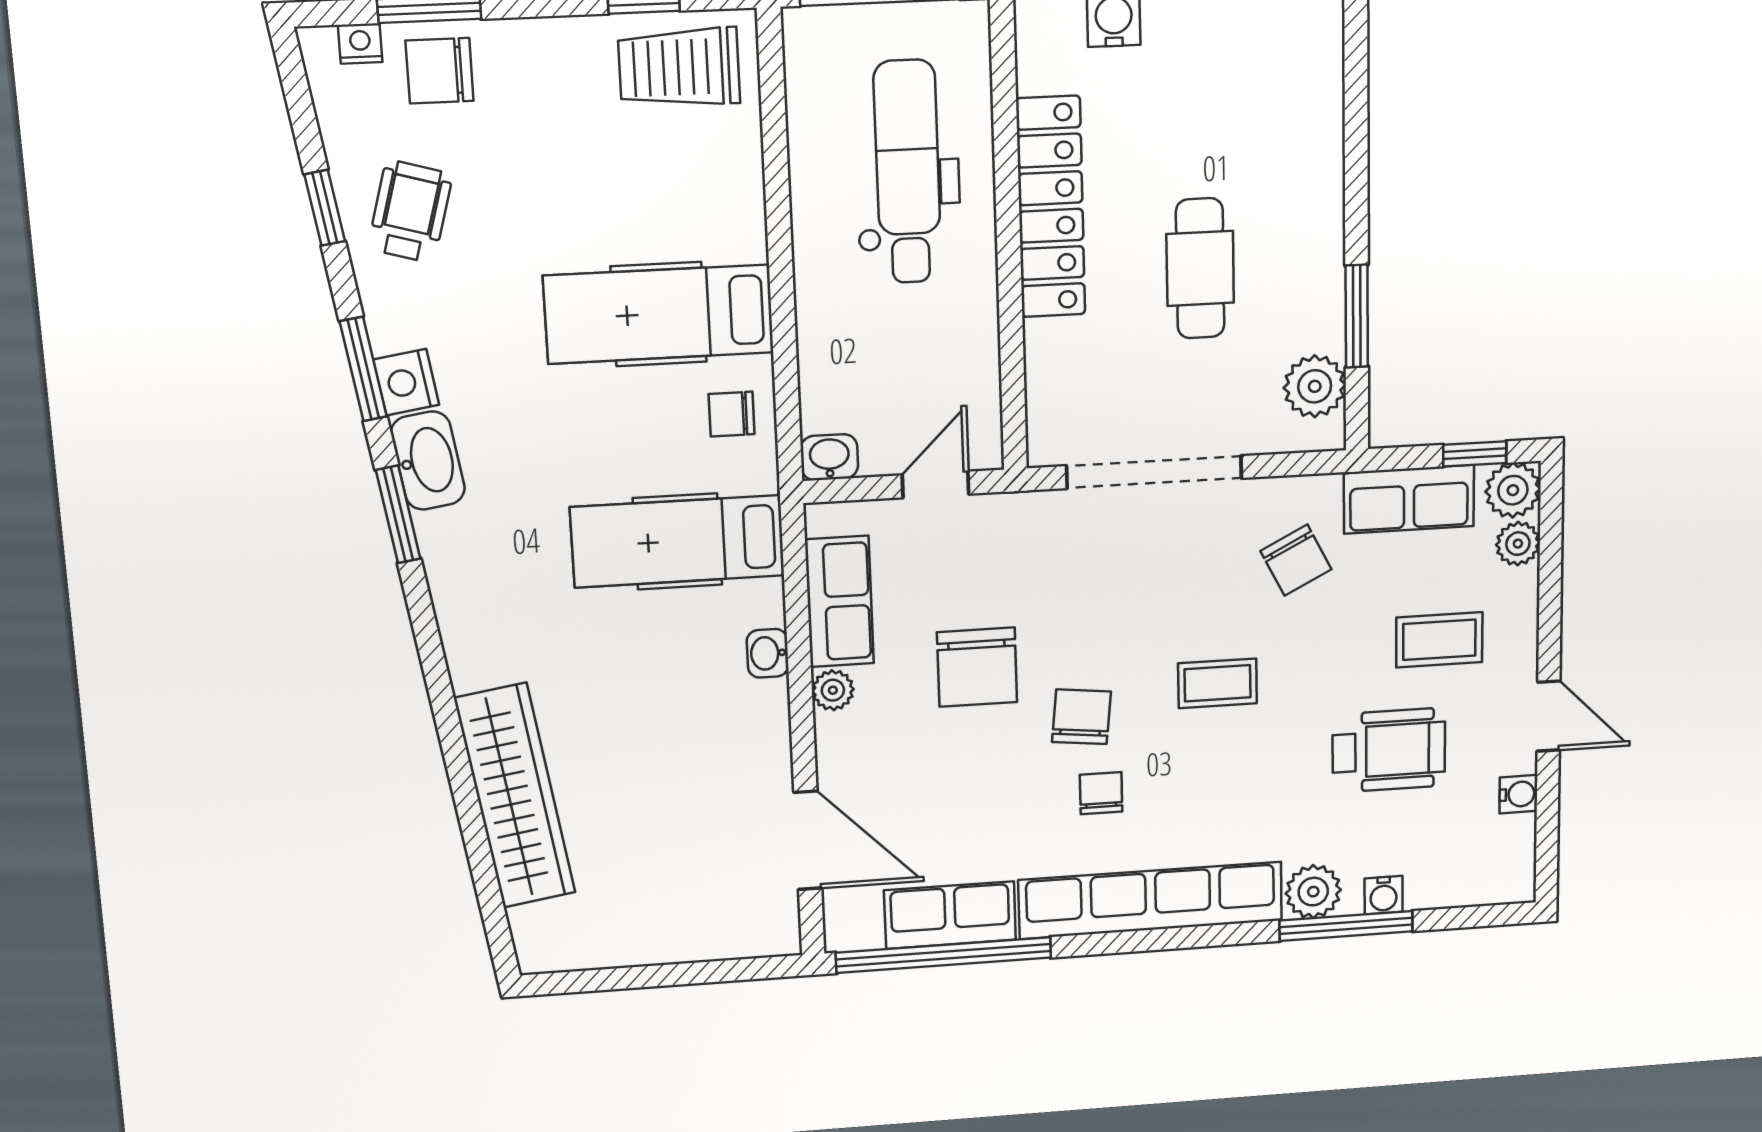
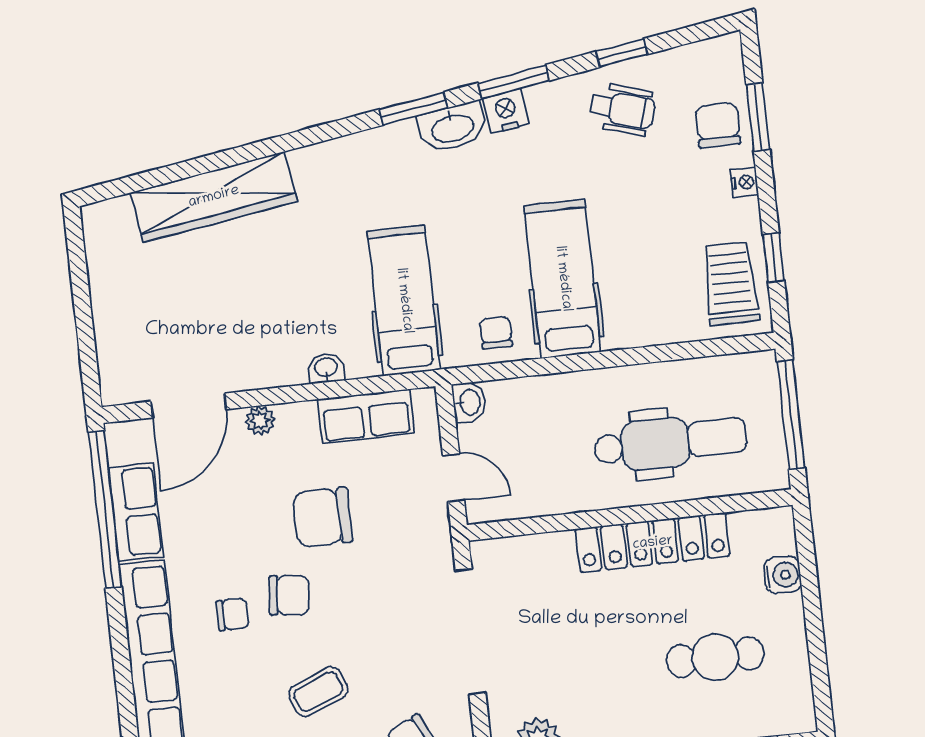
nightstand: (360, 43) -> (744, 182), moved
cafe table: (1200, 268) -> (715, 657), moved
coffee table: (1218, 683) -> (318, 692), turned 68
plant: (833, 690) -> (260, 420), moved

